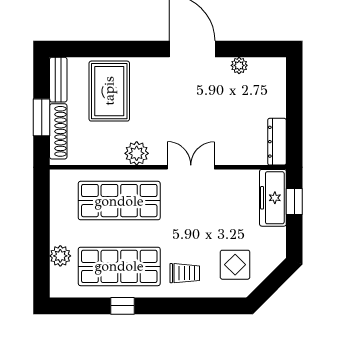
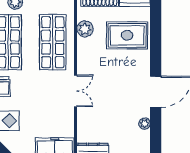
plant: (137, 153) -> (85, 29), moved

